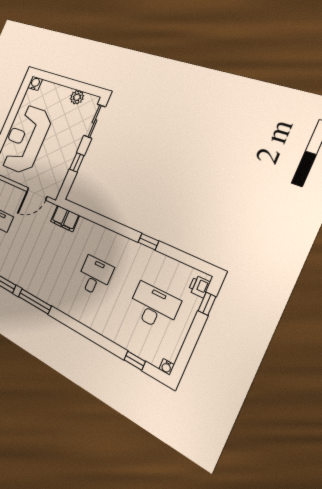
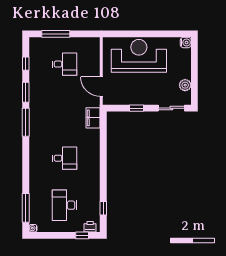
window: (148, 242) -> (103, 208), moved
desk: (154, 306) -> (65, 205), turned 180
window: (135, 361) -> (26, 208), width x2.17

